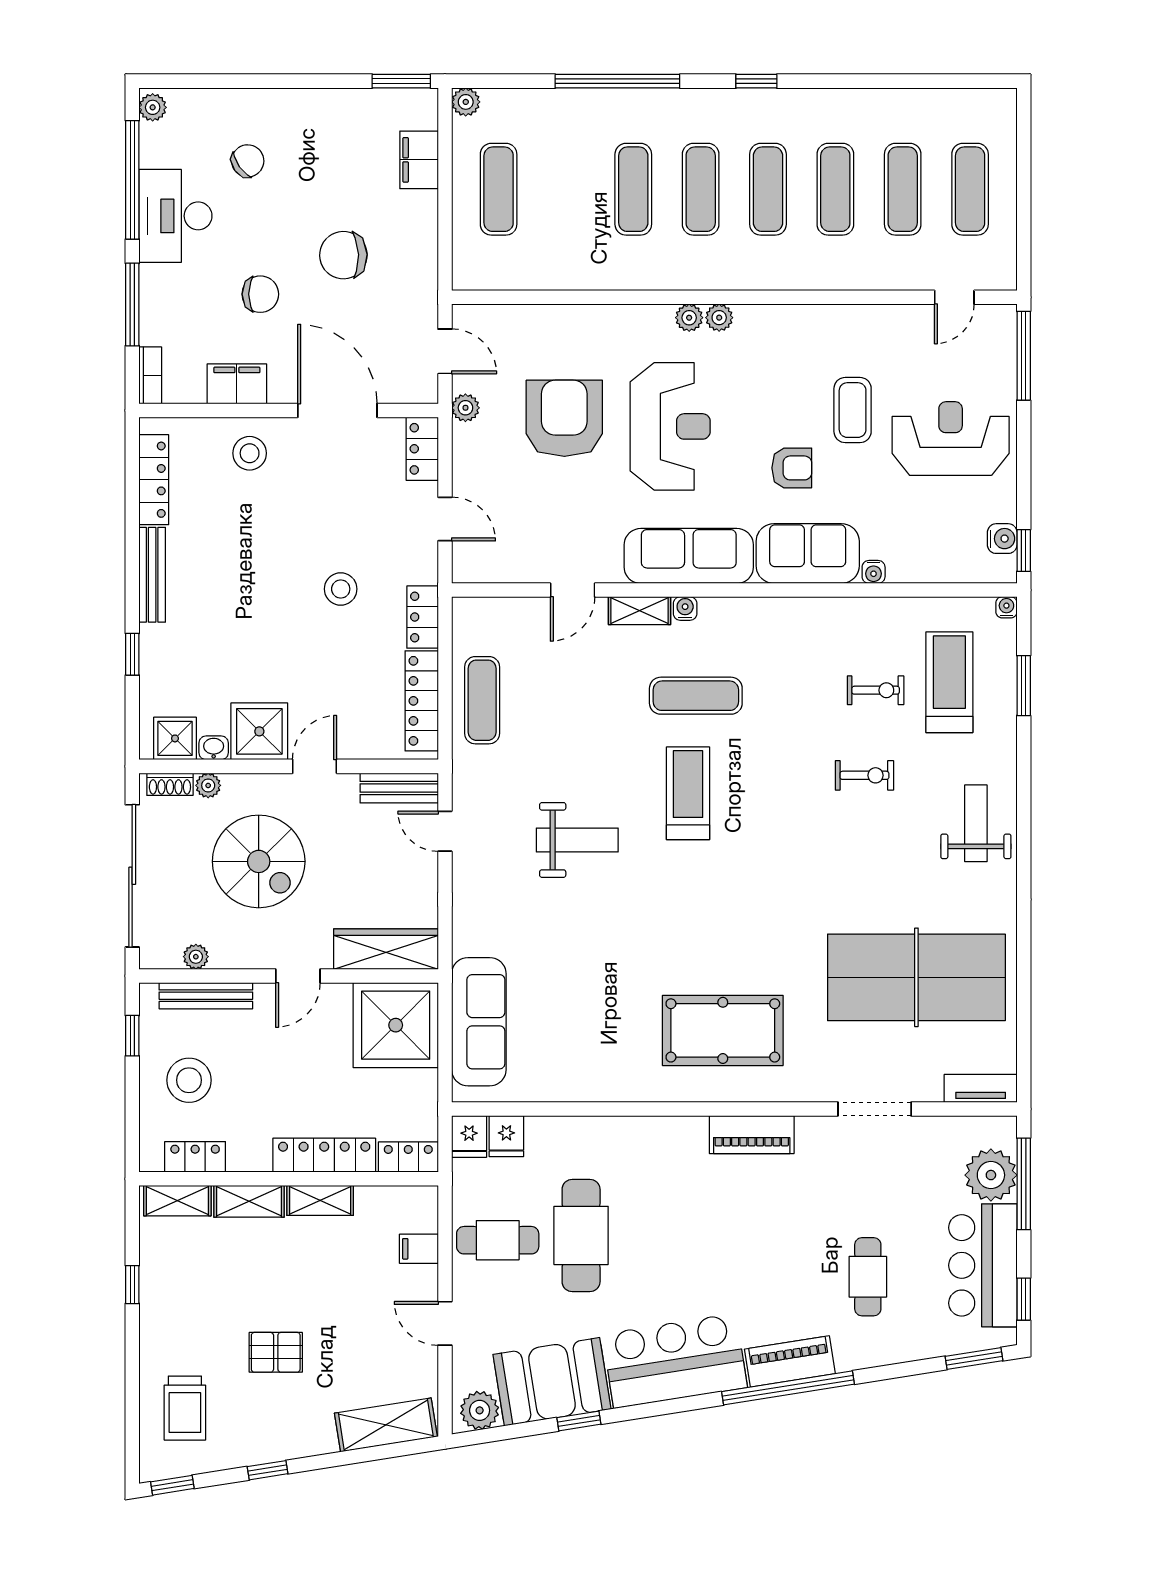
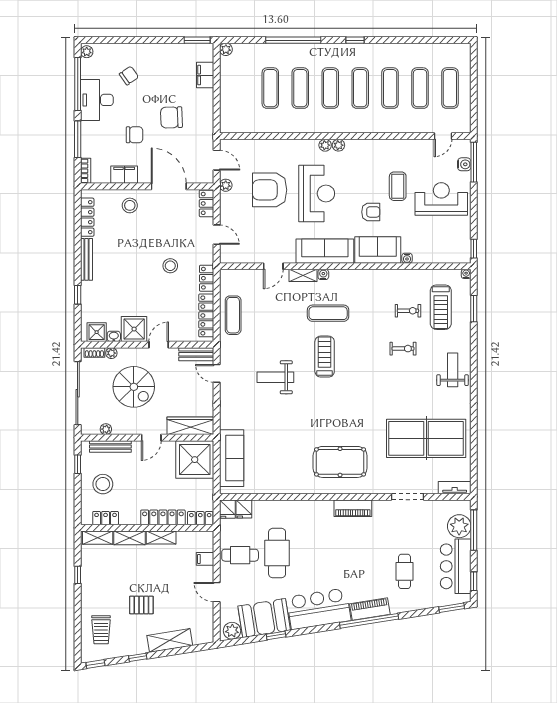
exercise mat: (499, 189) -> (270, 88), moved
armchair: (564, 418) -> (270, 190), turned -90
water cooler: (1002, 539) -> (464, 164), moved
treadmill: (949, 682) -> (441, 307), turned 180
weight bench: (577, 840) -> (275, 377), turned 180
shelving: (386, 1425) -> (170, 640), moved

